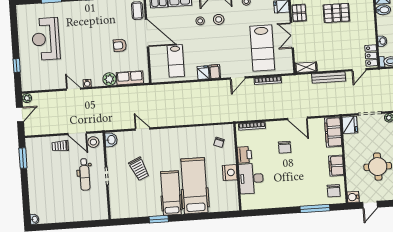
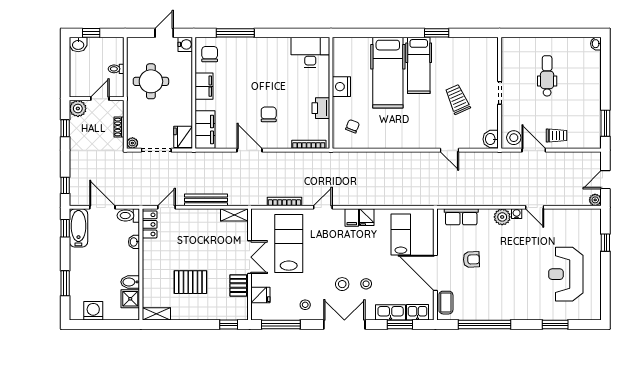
reception desk: (46, 39) -> (566, 274), turned 180
plant: (109, 79) -> (502, 217), moved
dental chair: (85, 174) -> (547, 76), moved
desk: (251, 178) -> (310, 52), moved, turned -90

